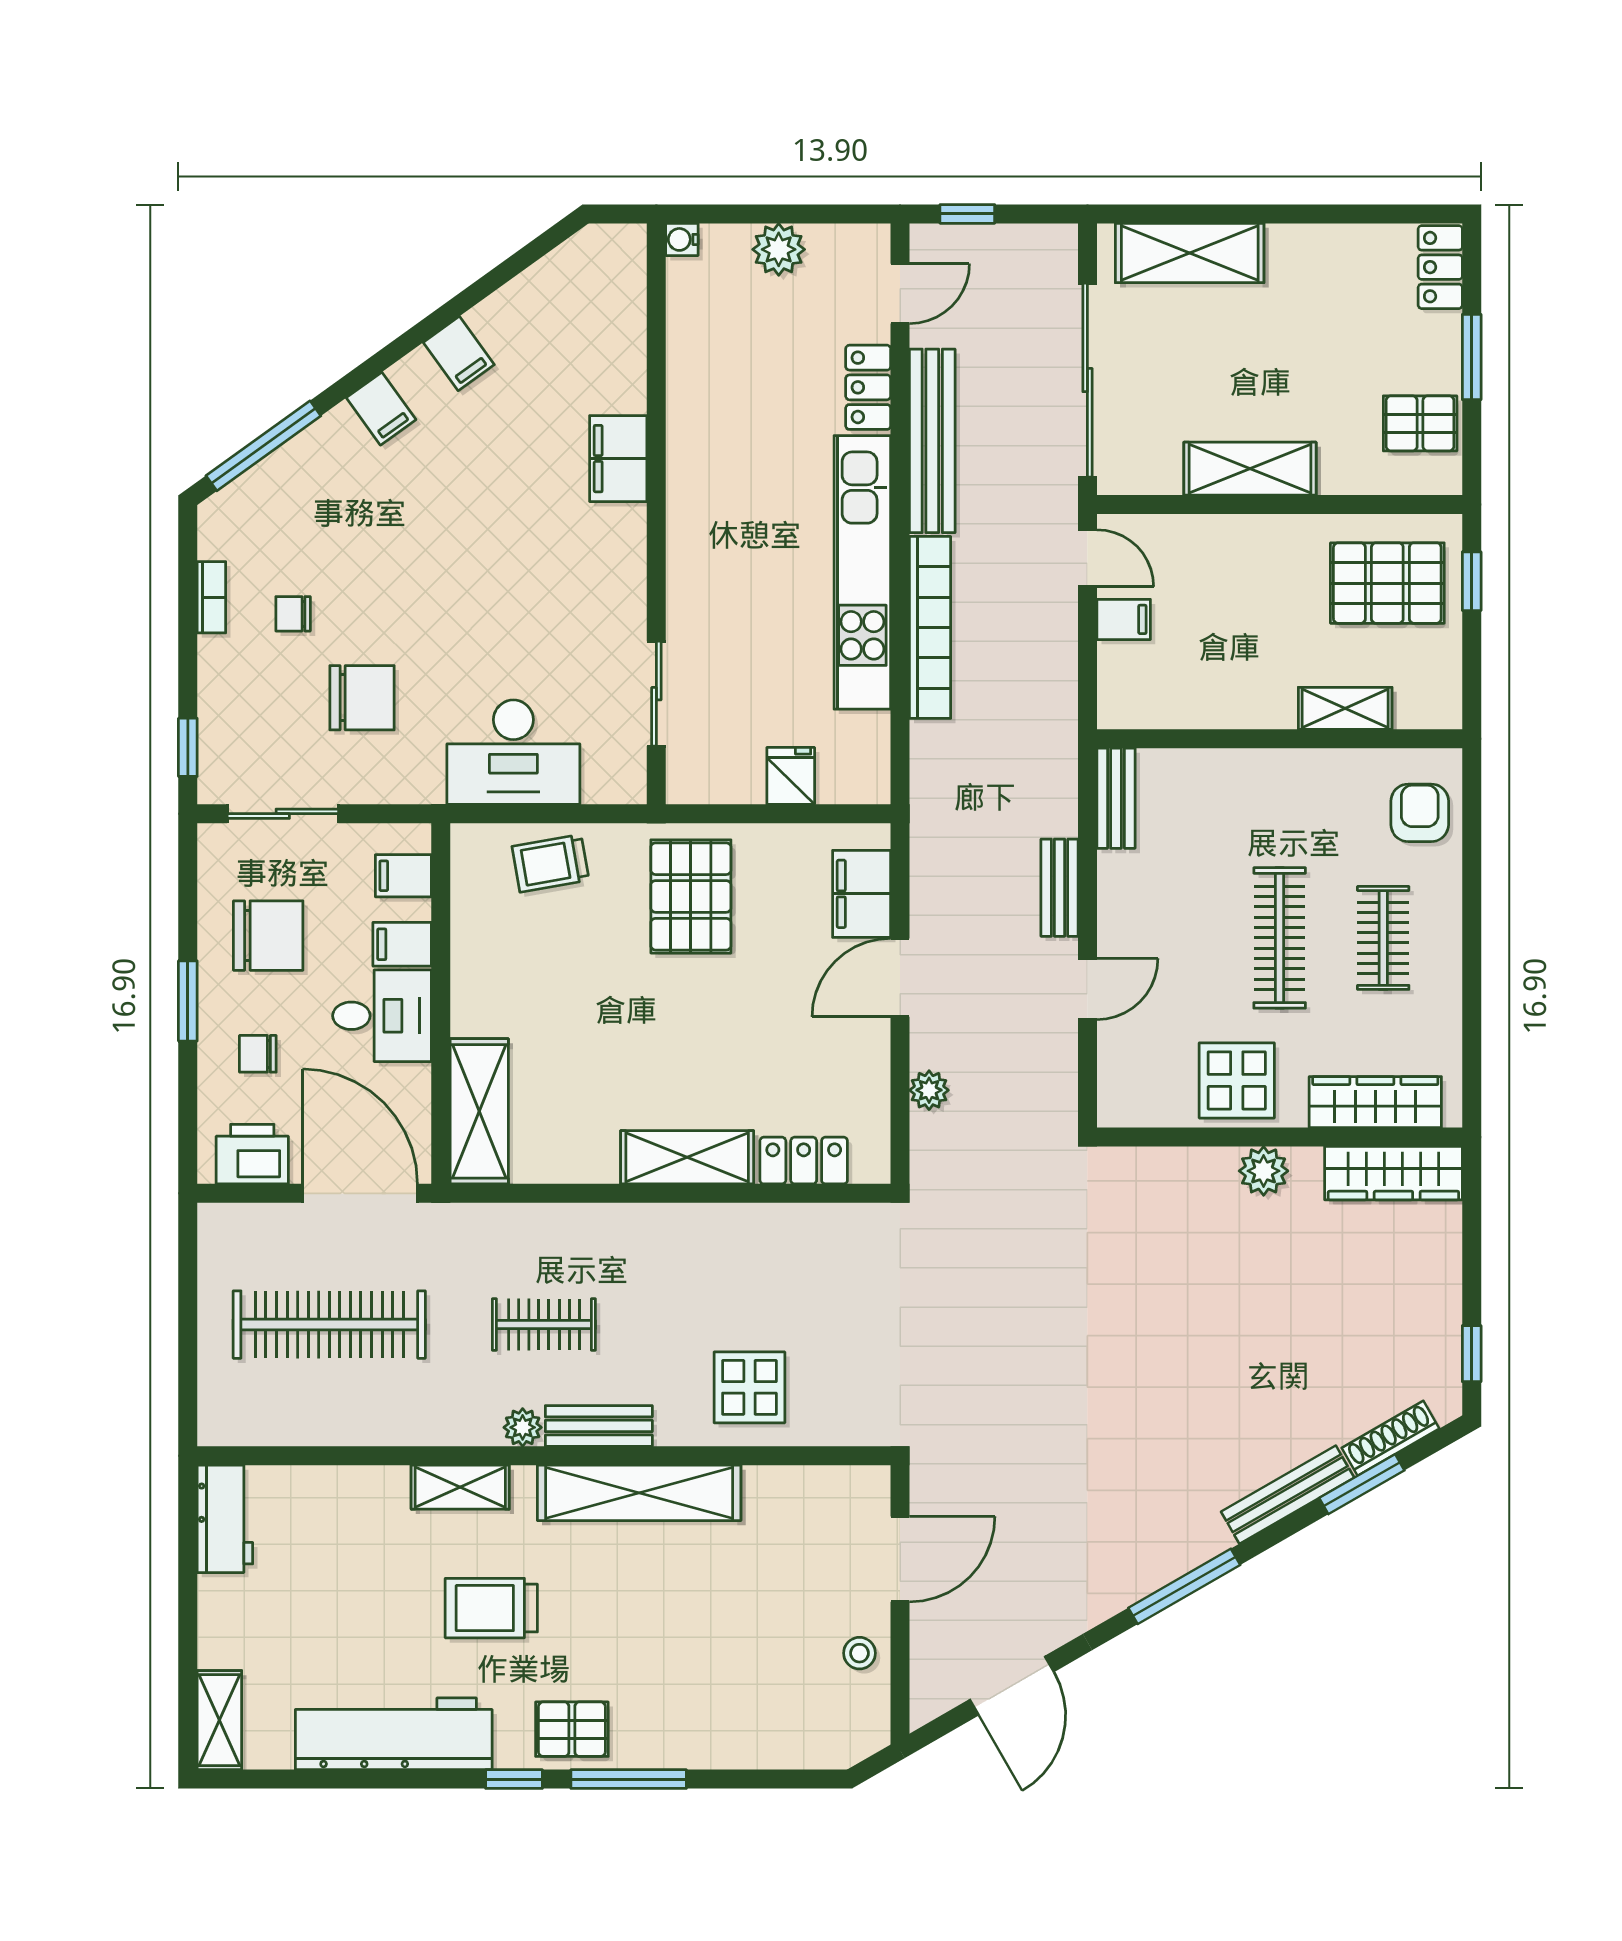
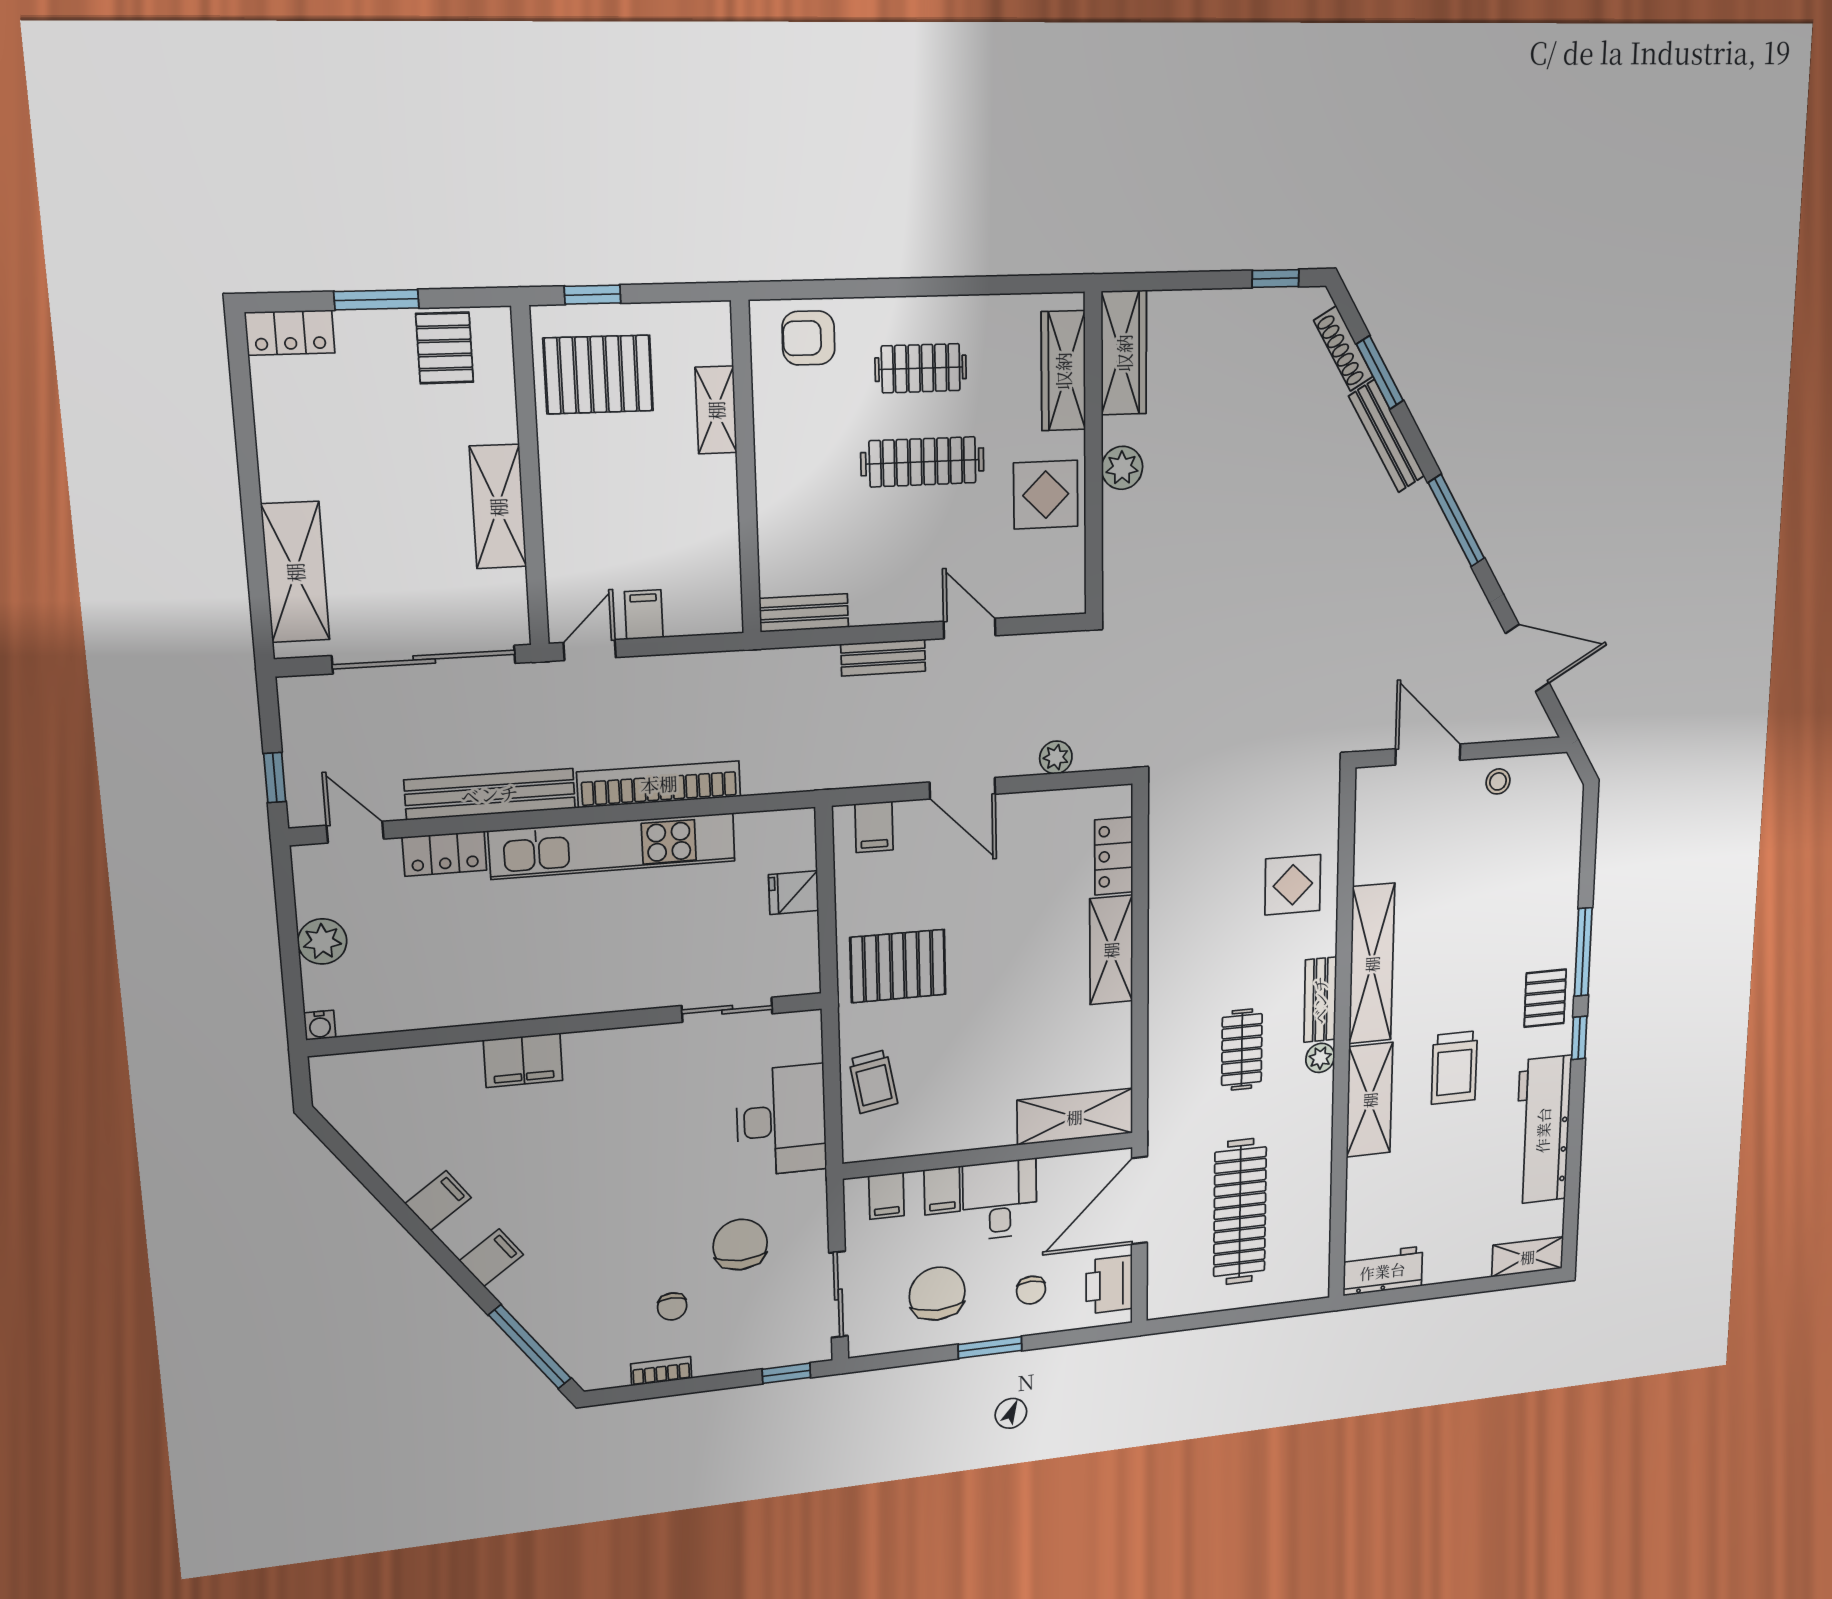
pallet: (1387, 583) -> (598, 375), turned 90
filing cabinet: (862, 894) -> (874, 827), width x0.50
shelving: (460, 1487) -> (1370, 1100), width x1.50, depth x1.33

